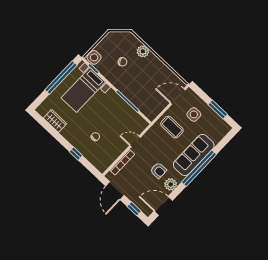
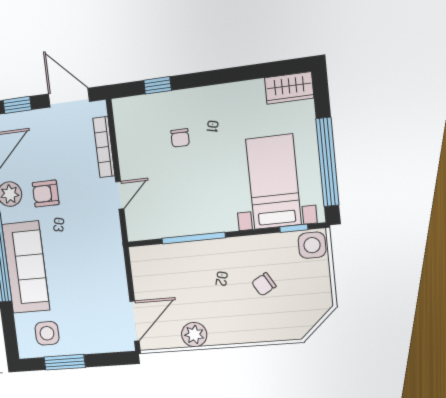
plant: (143, 51) -> (194, 335), moved
side table: (194, 114) -> (47, 333), moved
wardrobe: (55, 121) -> (289, 88), moved
coffee table: (172, 127) -> (95, 272), removed
window: (76, 154) -> (157, 85), moved

